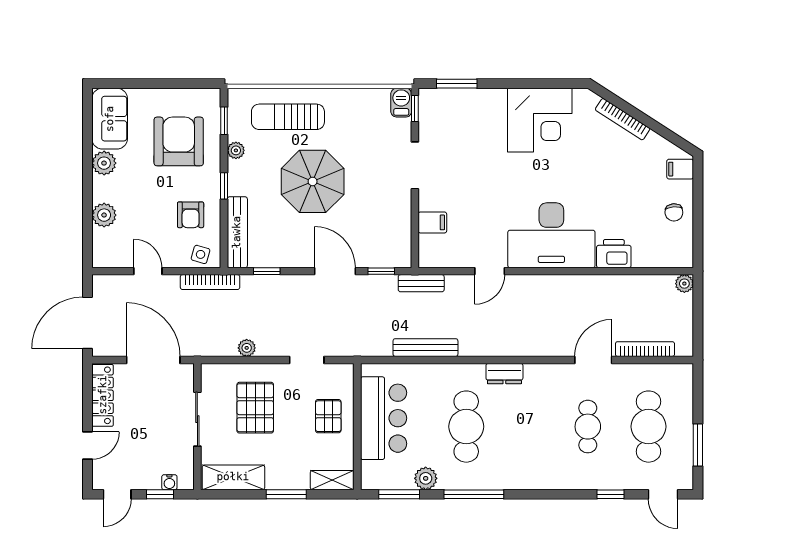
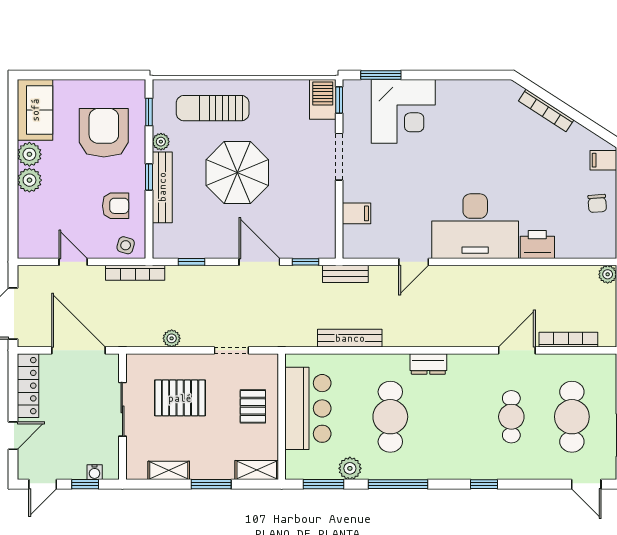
barbecue: (401, 103) -> (323, 99), width x1.38, depth x1.27
corner desk: (540, 120) -> (403, 111), moved
plant: (104, 215) -> (29, 180), moved
armchair: (191, 215) -> (116, 206), turned -90
bench: (237, 232) -> (162, 187), moved
pallet: (255, 408) -> (180, 398), turned 90
shelving: (233, 477) -> (169, 470), width x0.67, depth x0.75
window: (611, 494) -> (484, 484), moved

